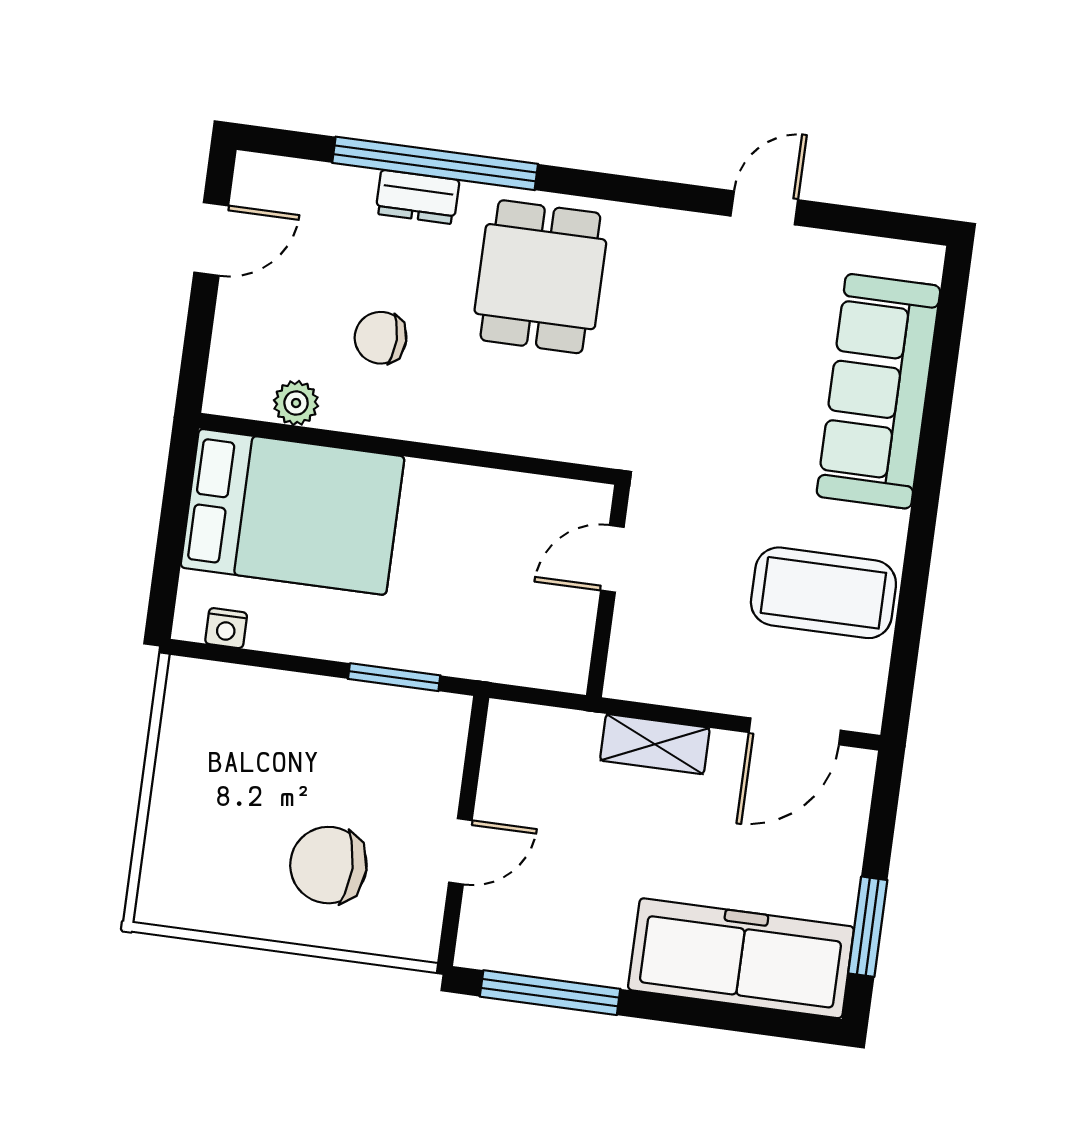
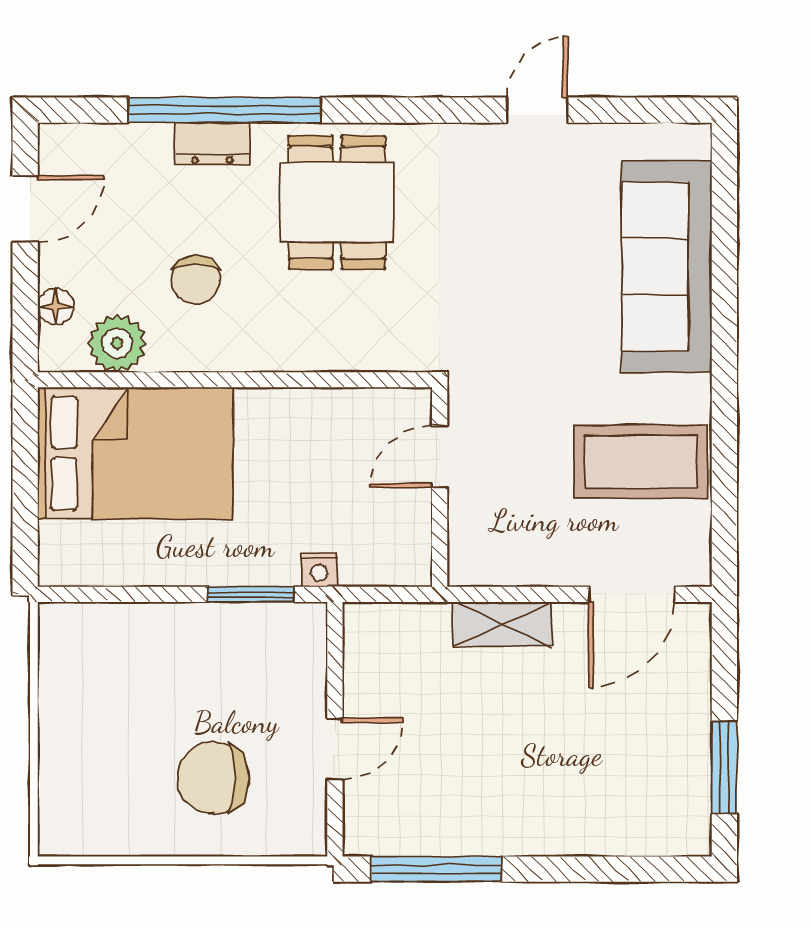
chair: (381, 338) -> (196, 280), turned -90
floor lamp: (229, 346) -> (56, 306), added
plant: (296, 403) -> (117, 343), width x1.38, depth x1.38
nightstand: (226, 628) -> (319, 570), moved
freezer: (741, 958) -> (610, 813), removed

